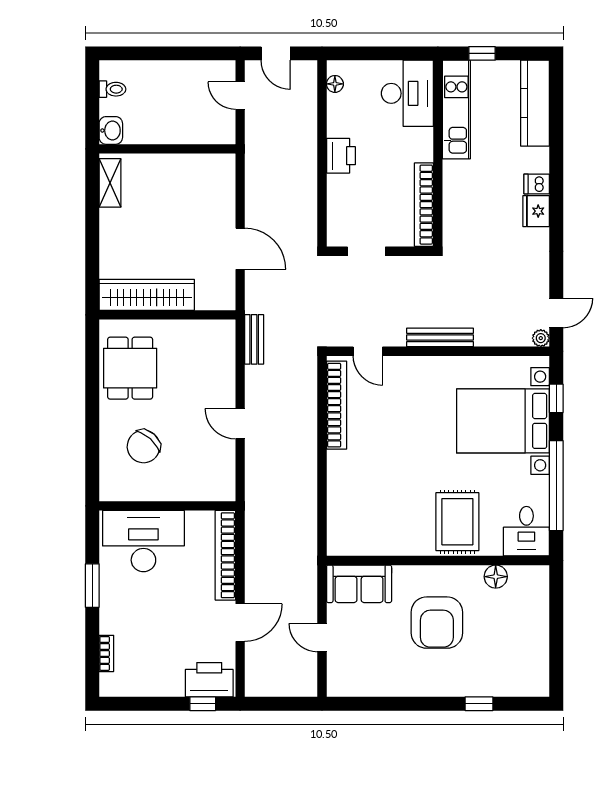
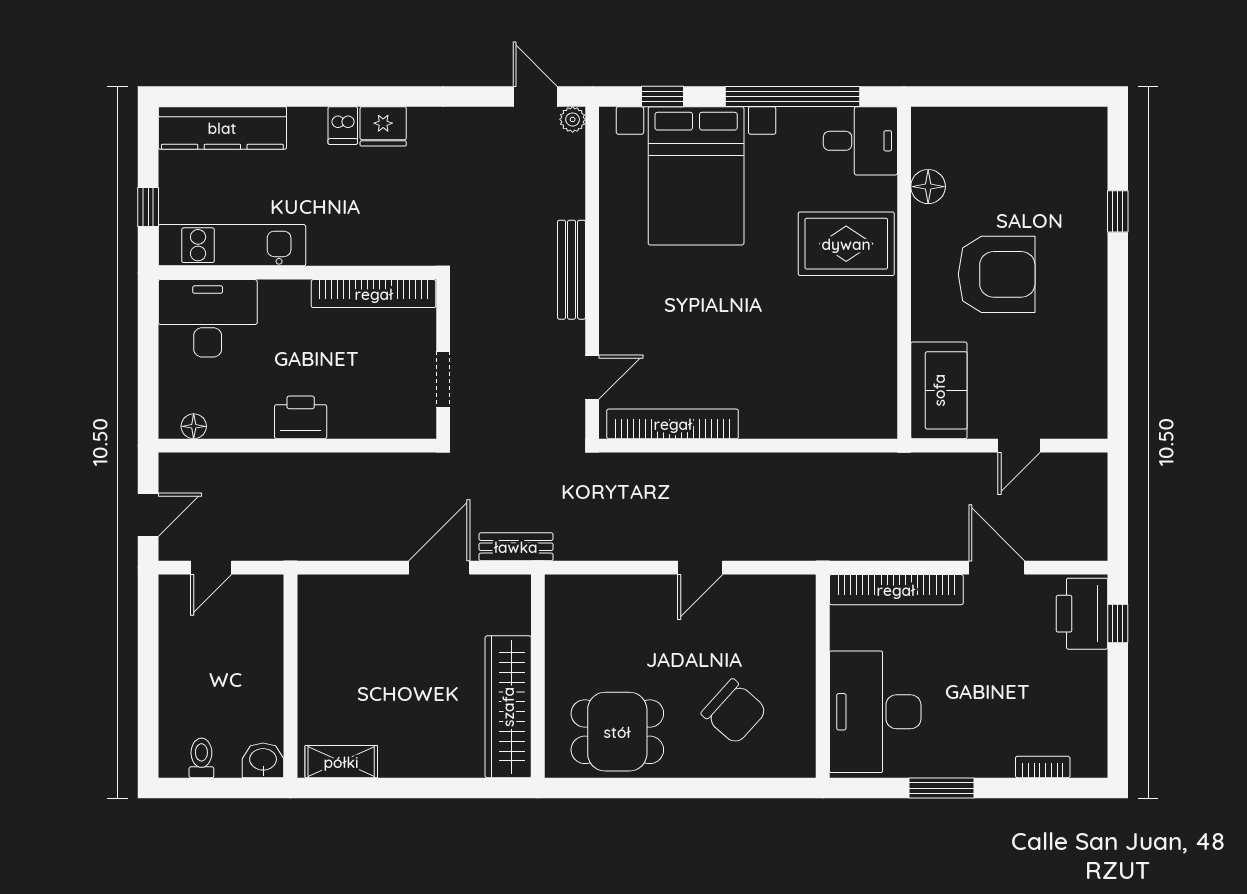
bench: (254, 339) -> (516, 547), moved

